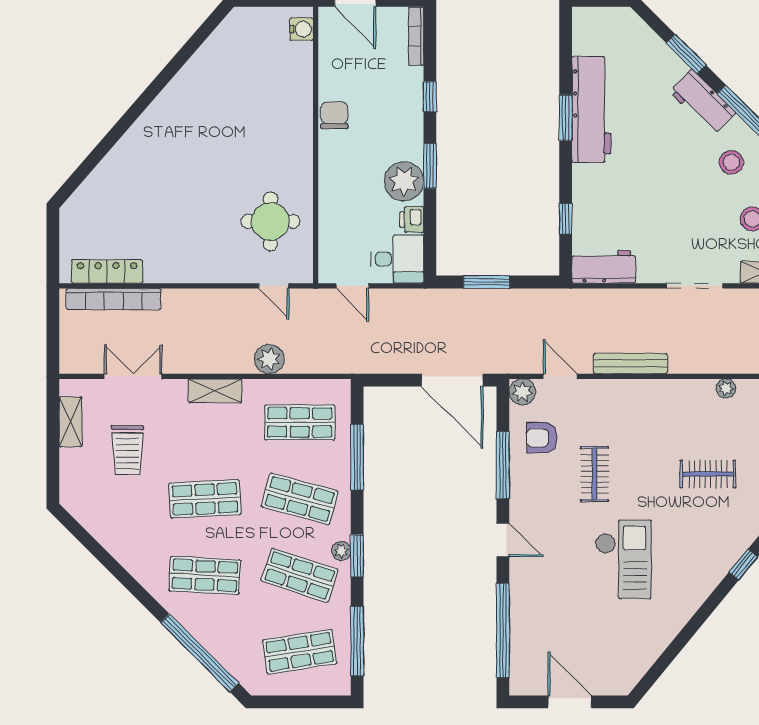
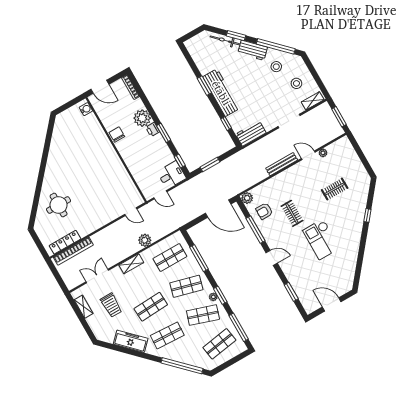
bicycle: (658, 50) -> (225, 40), added
window: (430, 97) -> (180, 161), moved
workbench: (591, 110) -> (221, 93), moved
plant: (404, 181) -> (142, 118), moved
printer: (412, 220) -> (153, 130), moved
round table: (270, 221) -> (59, 205), moved
door: (560, 376) -> (308, 155), moved
freezer: (125, 545) -> (131, 341), added
checkout: (623, 559) -> (321, 239), turned 180
window: (503, 630) -> (291, 292), width x0.47

